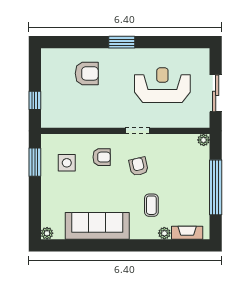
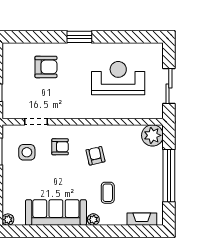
doorway: (138, 131) -> (36, 122), moved
plant: (204, 140) -> (152, 135), width x1.87, depth x1.87
plant: (164, 233) -> (93, 219), moved

